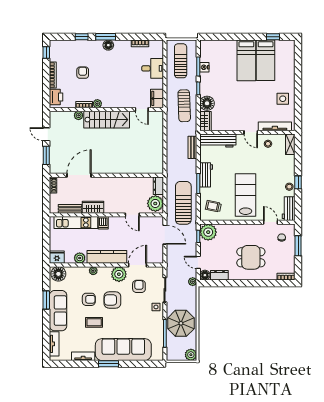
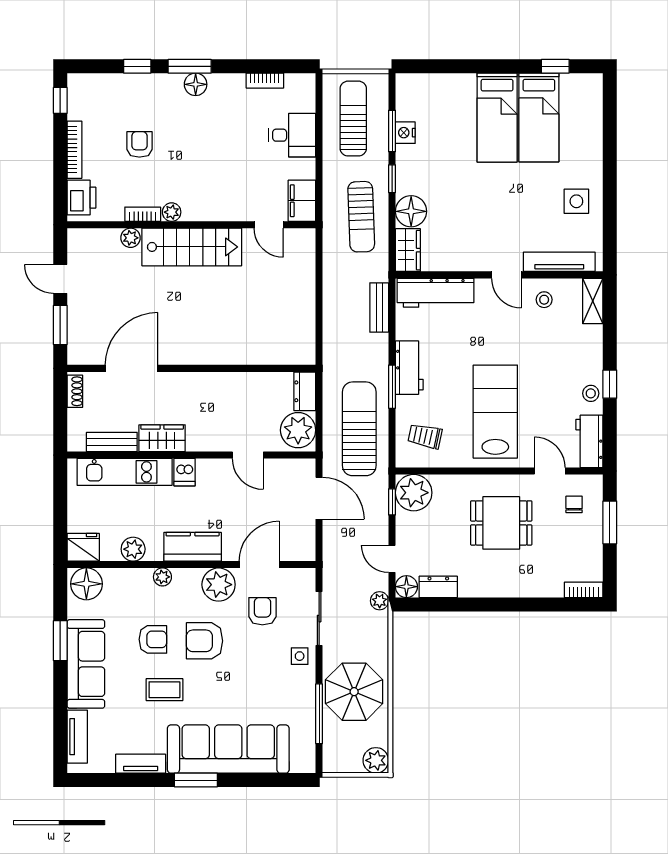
kitchen counter: (107, 257) -> (193, 547), width x0.67
dining table: (251, 257) -> (501, 523), moved

